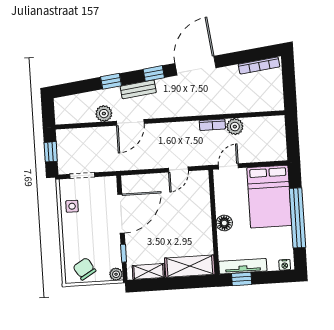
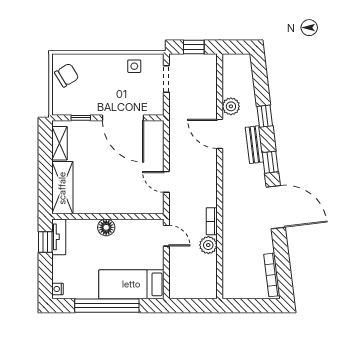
bed: (269, 197) -> (131, 284), width x0.67
tv unit: (243, 266) -> (59, 237), width x0.71
plant: (116, 274) -> (59, 109), removed

